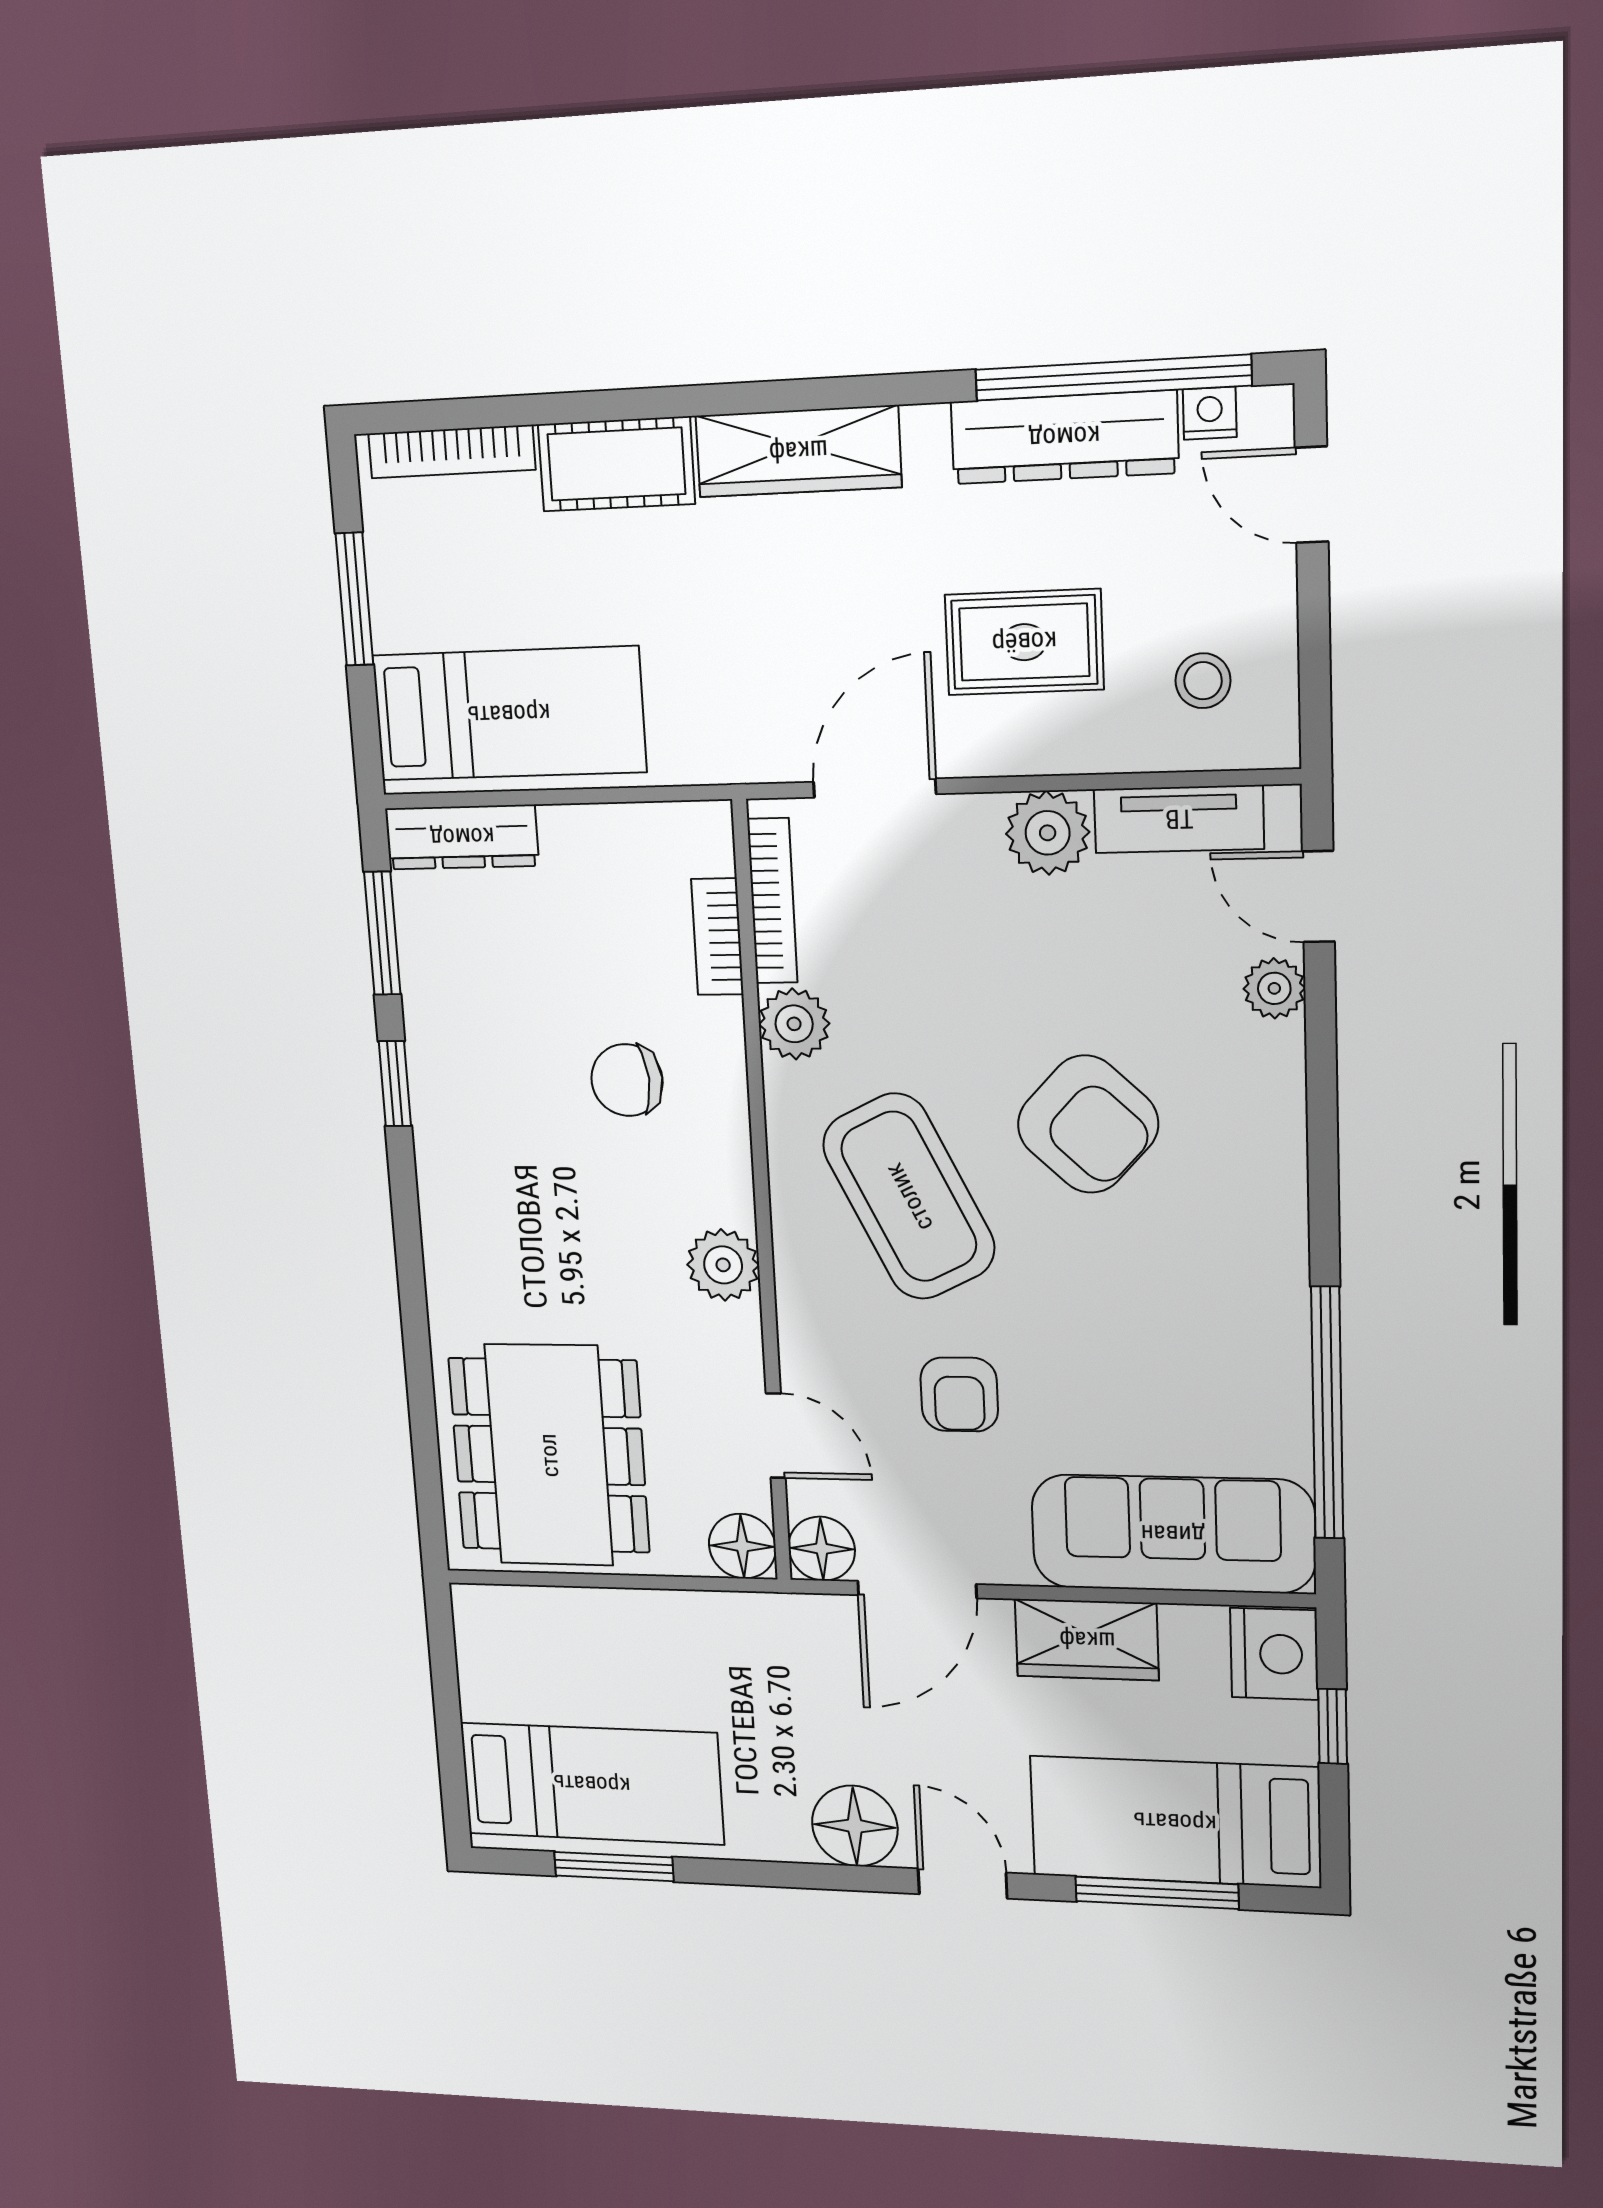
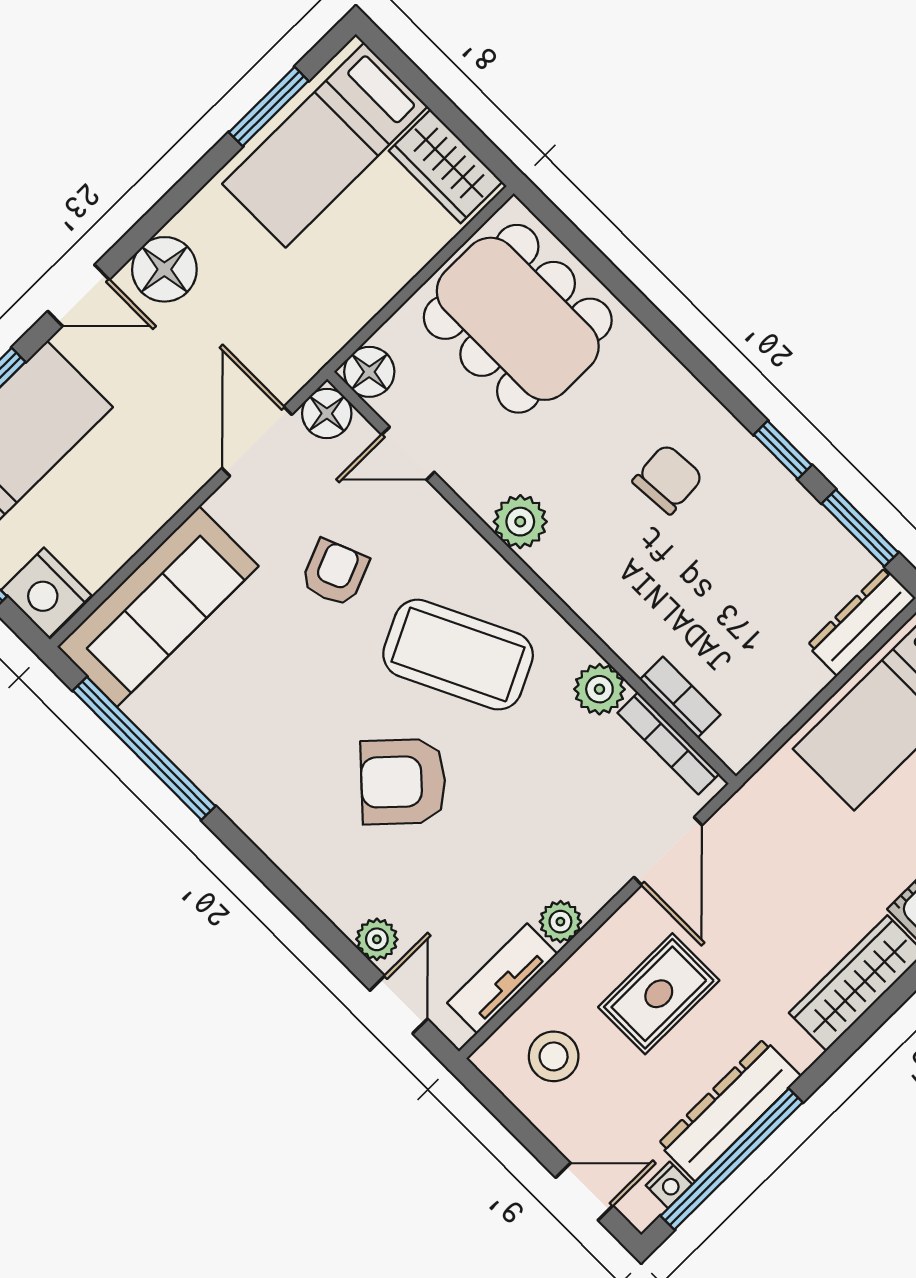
stool: (1203, 681) -> (554, 1056), width x1.37, depth x1.37
plant: (1048, 833) -> (560, 922), width x0.73, depth x0.73
door: (1318, 897) -> (399, 1005), hinge flipped
chair: (627, 1080) -> (668, 479), moved
armchair: (959, 1394) -> (335, 573), turned 68
wardrobe: (1087, 1640) -> (446, 166), moved, turned -90

